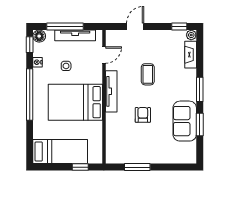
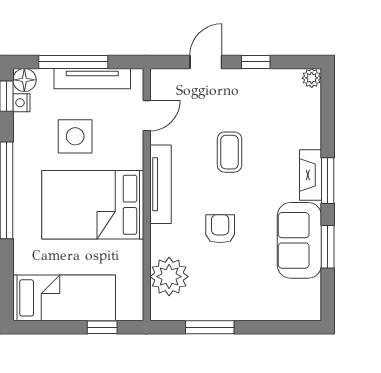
window: (179, 27) -> (256, 62), moved
fireplace: (191, 55) -> (310, 175), moved
nightstand: (38, 62) -> (21, 103), moved
side table: (66, 66) -> (75, 136), width x1.87, depth x1.87
plant: (116, 140) -> (169, 277), added

